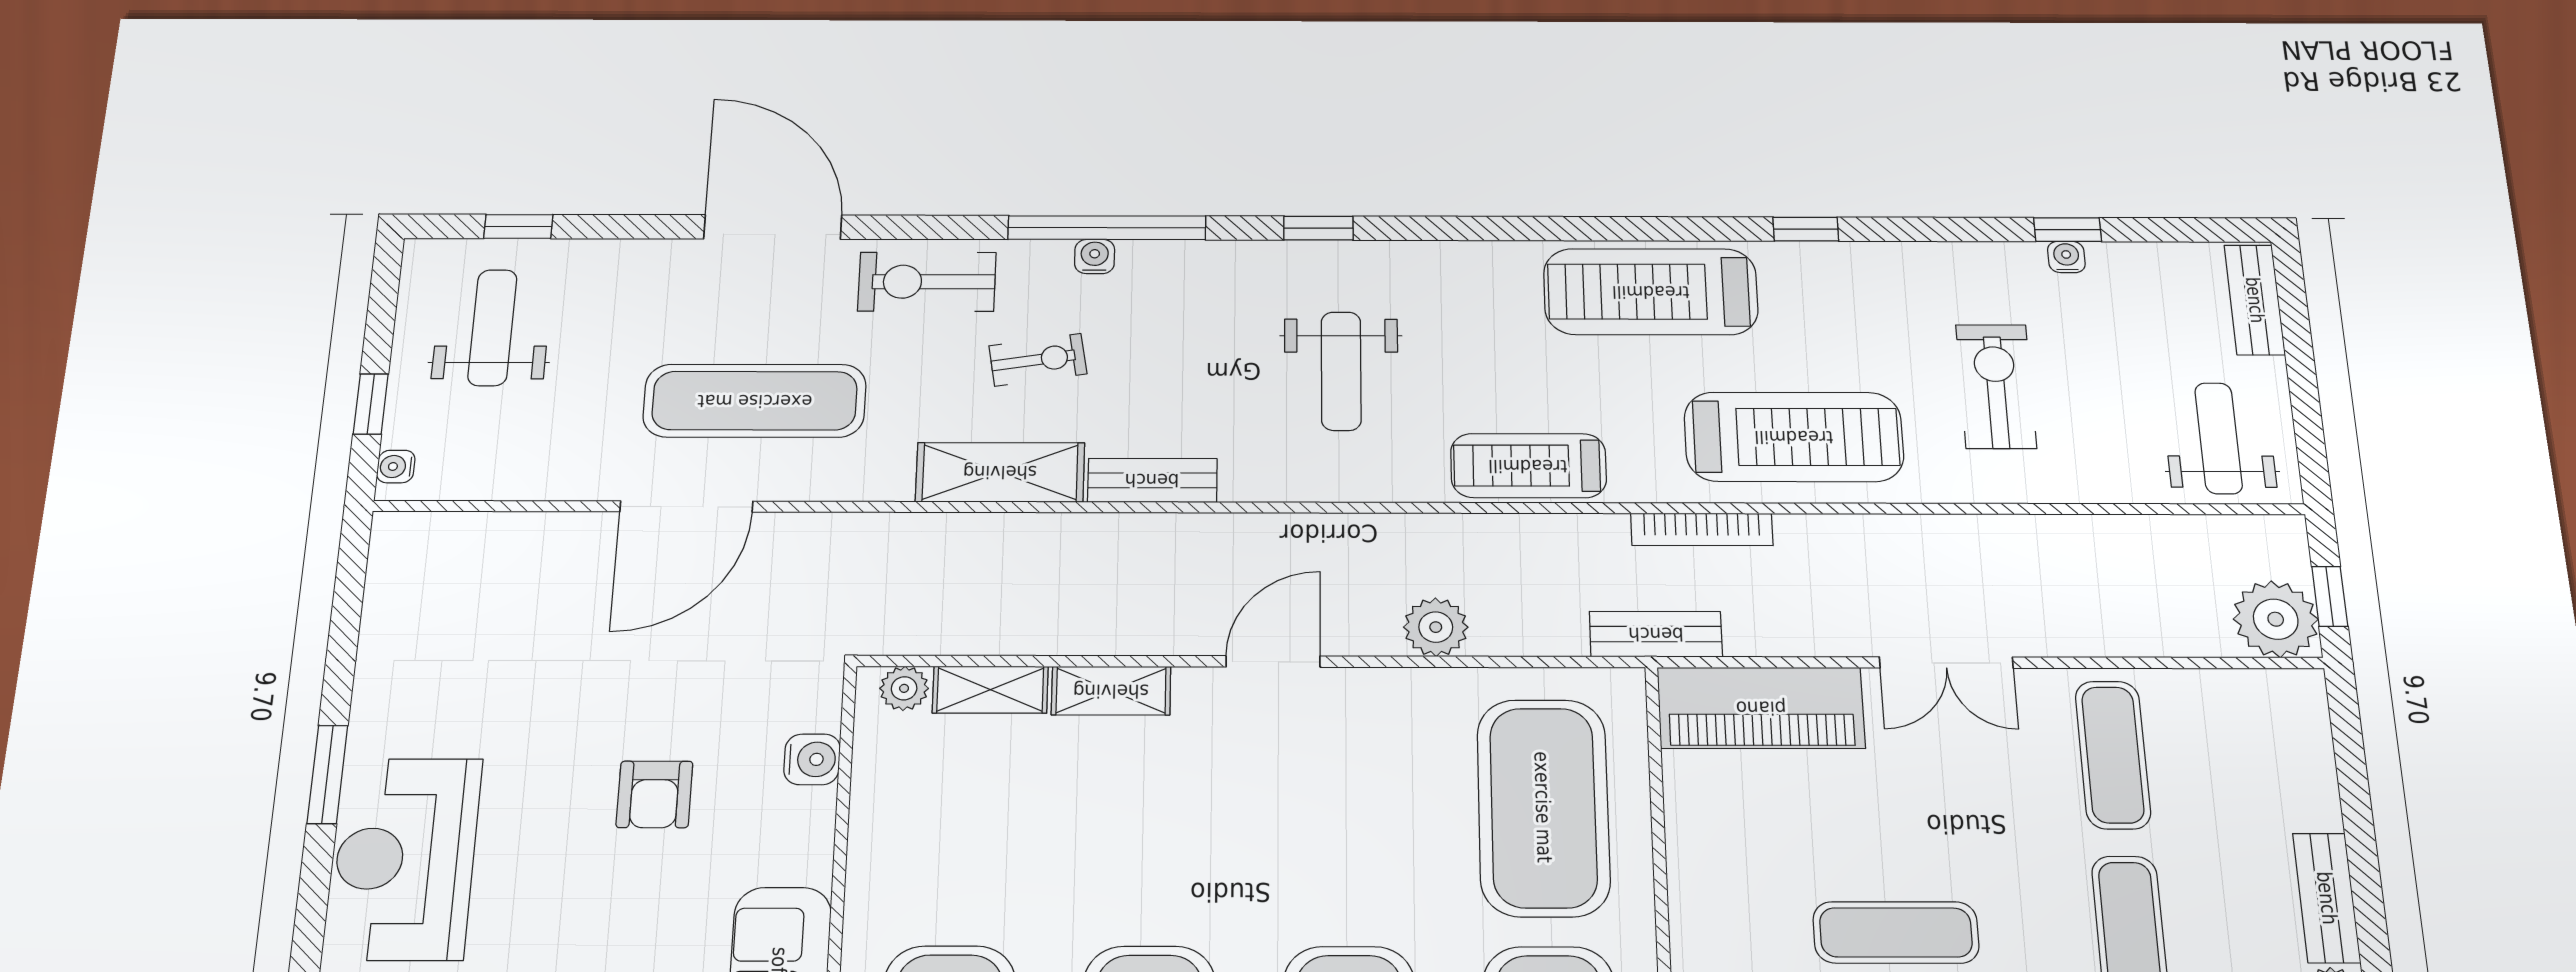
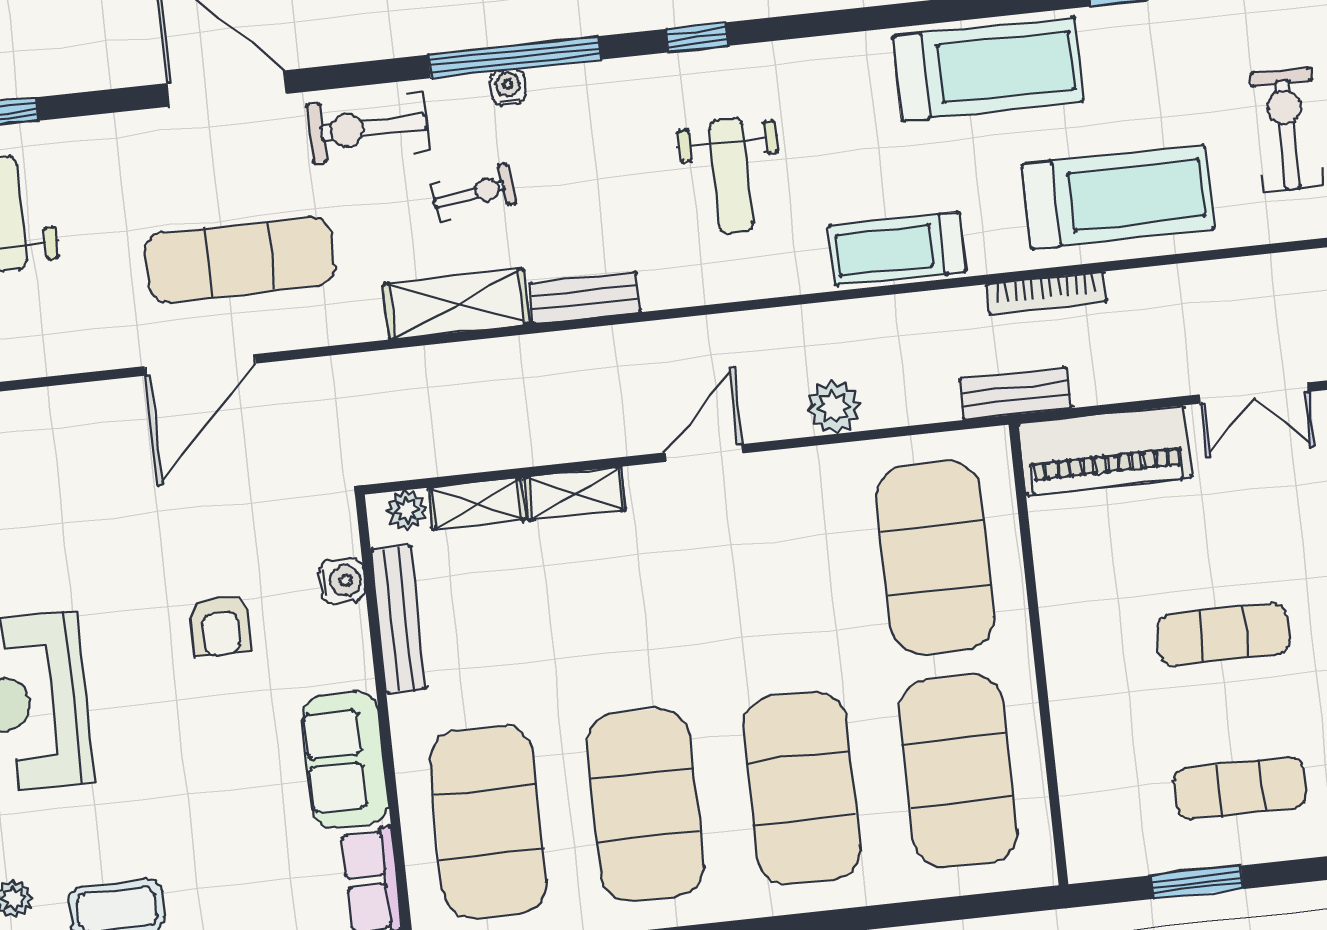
treadmill: (1651, 292) -> (988, 69), turned 180
bench: (874, 810) -> (398, 619), added

